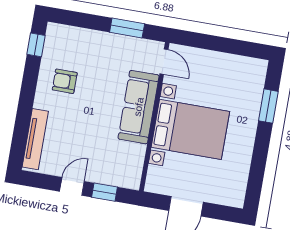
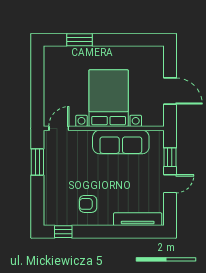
armchair: (65, 81) -> (88, 204), turned 90
sofa: (139, 107) -> (121, 142), moved
door: (72, 186) -> (170, 184), swing flipped

